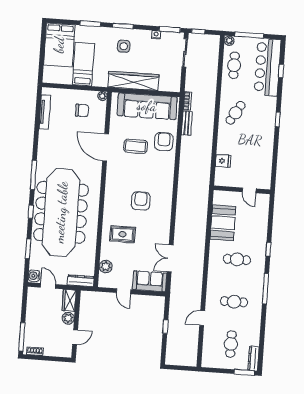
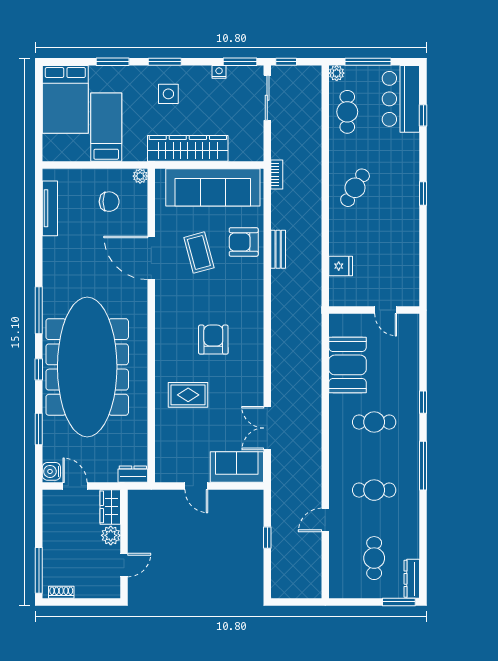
bar counter: (267, 67) -> (401, 99), width x0.73
bench: (187, 123) -> (278, 249), moved
armchair: (164, 142) -> (244, 242), turned -90
coffee table: (136, 146) -> (199, 253), turned 75
plant: (106, 267) -> (165, 448), removed
dresser: (81, 281) -> (133, 474), width x0.70

